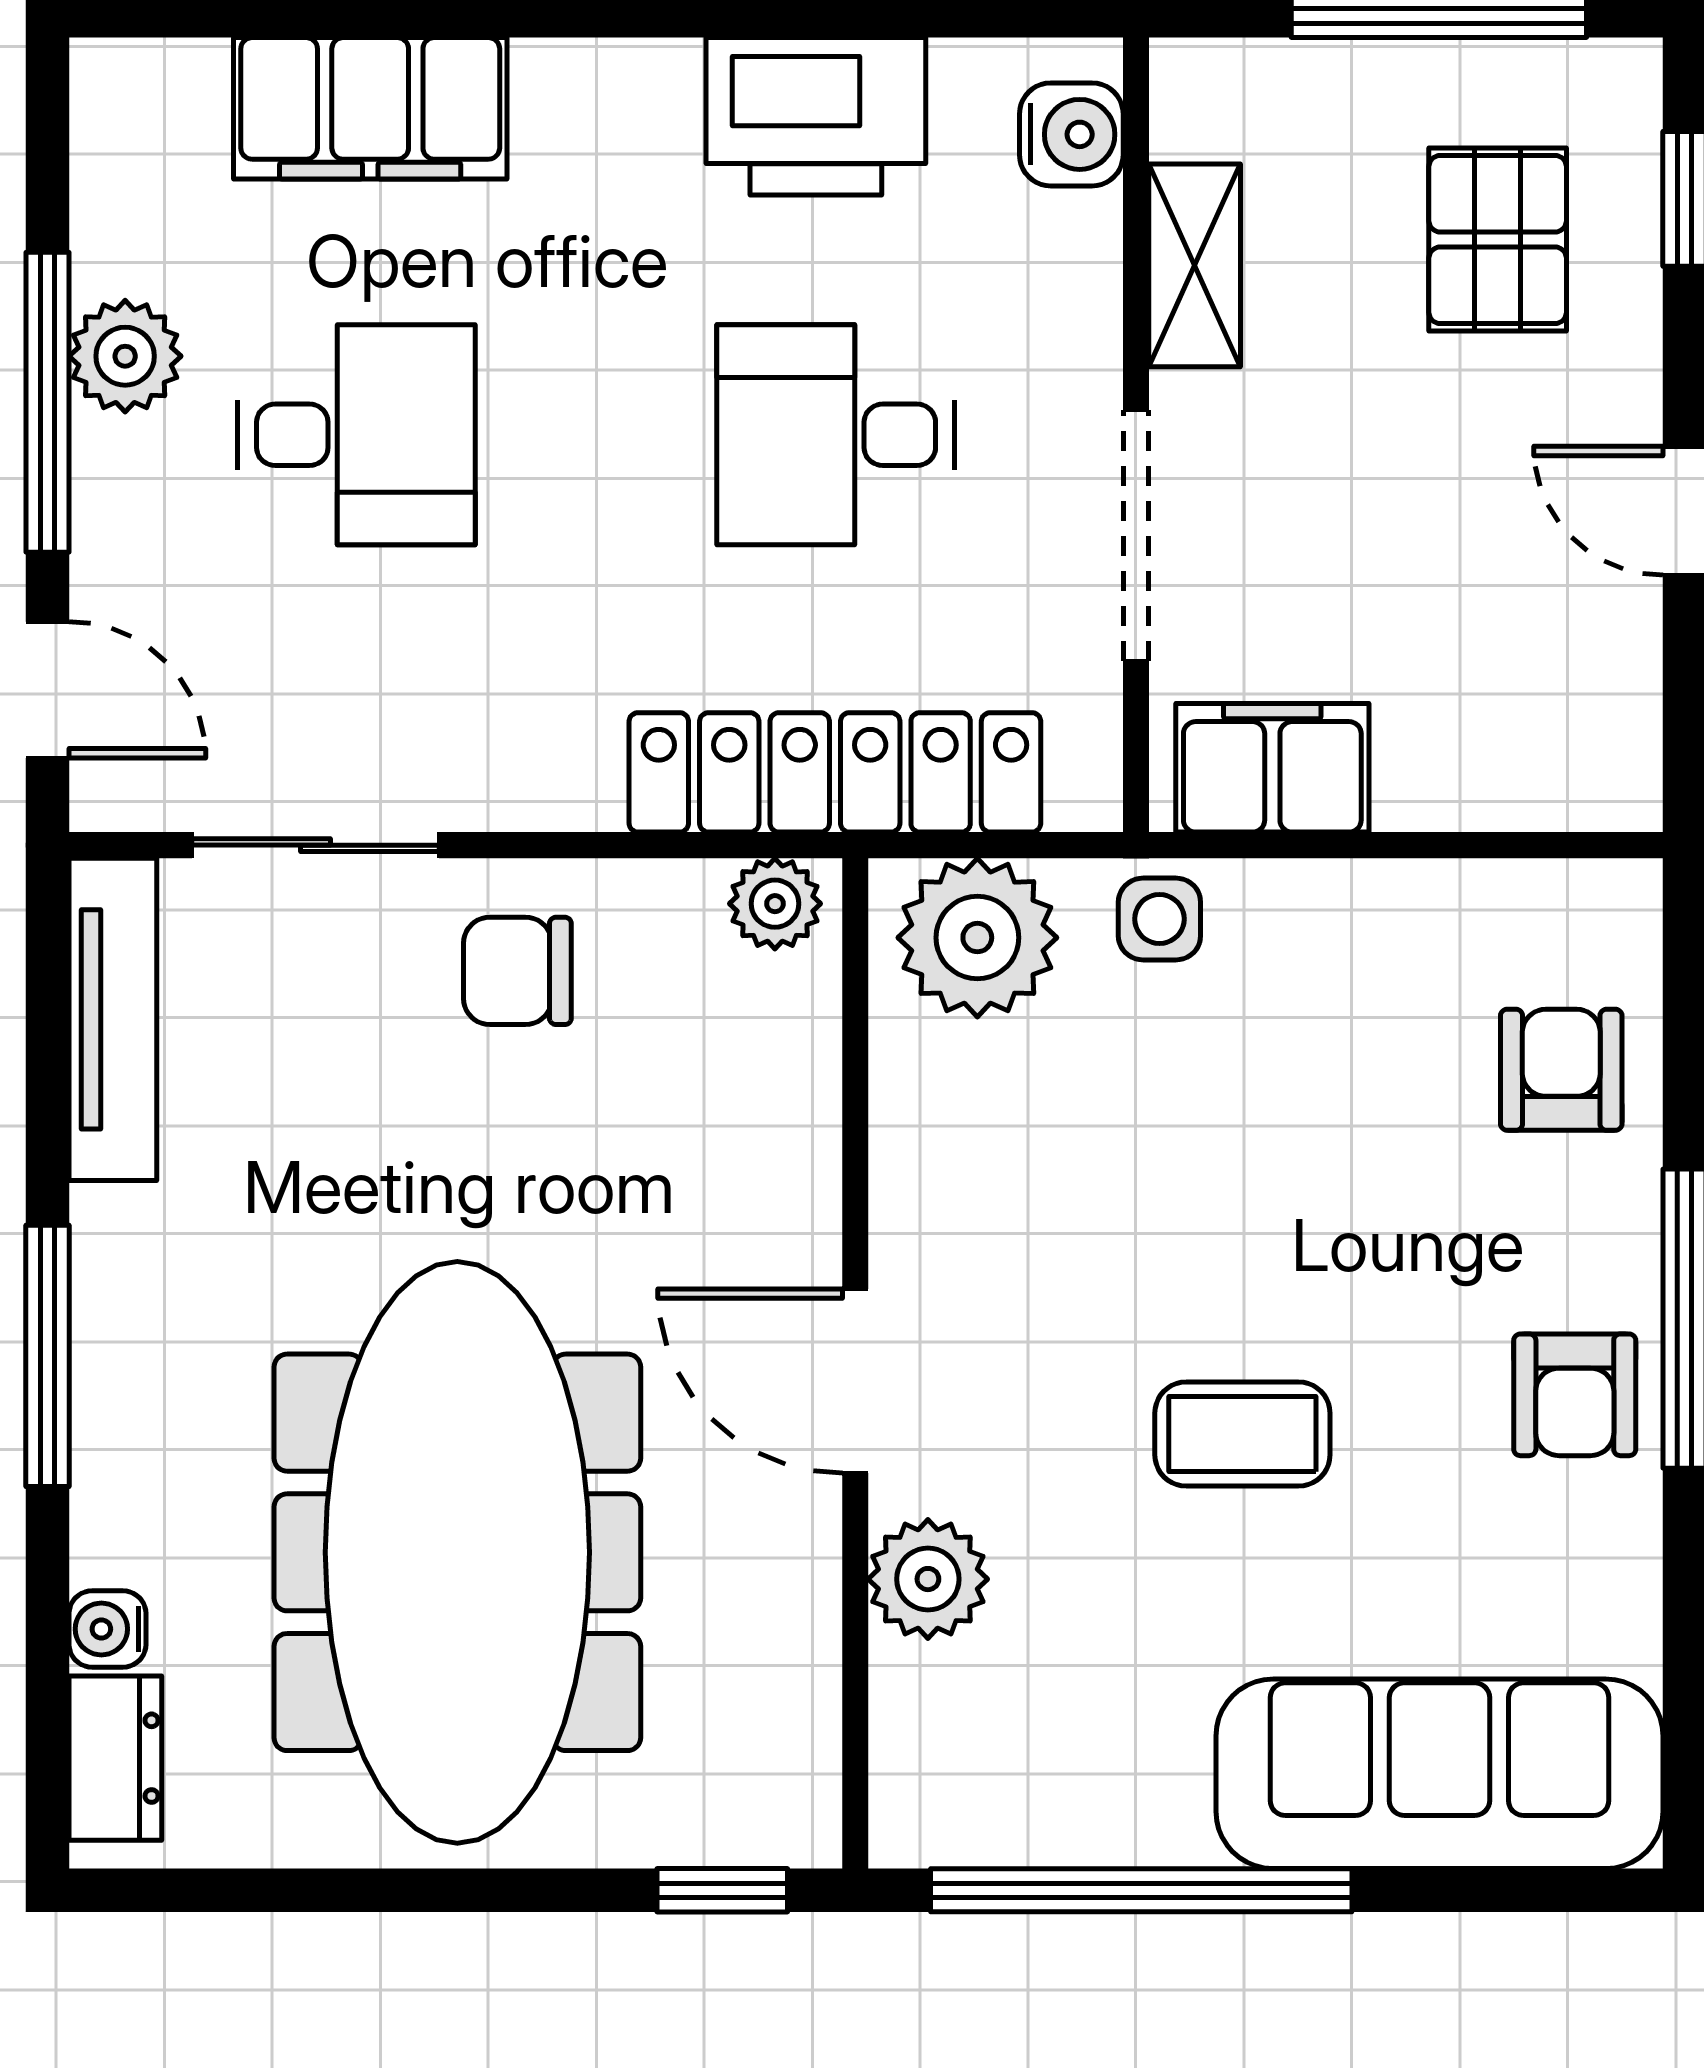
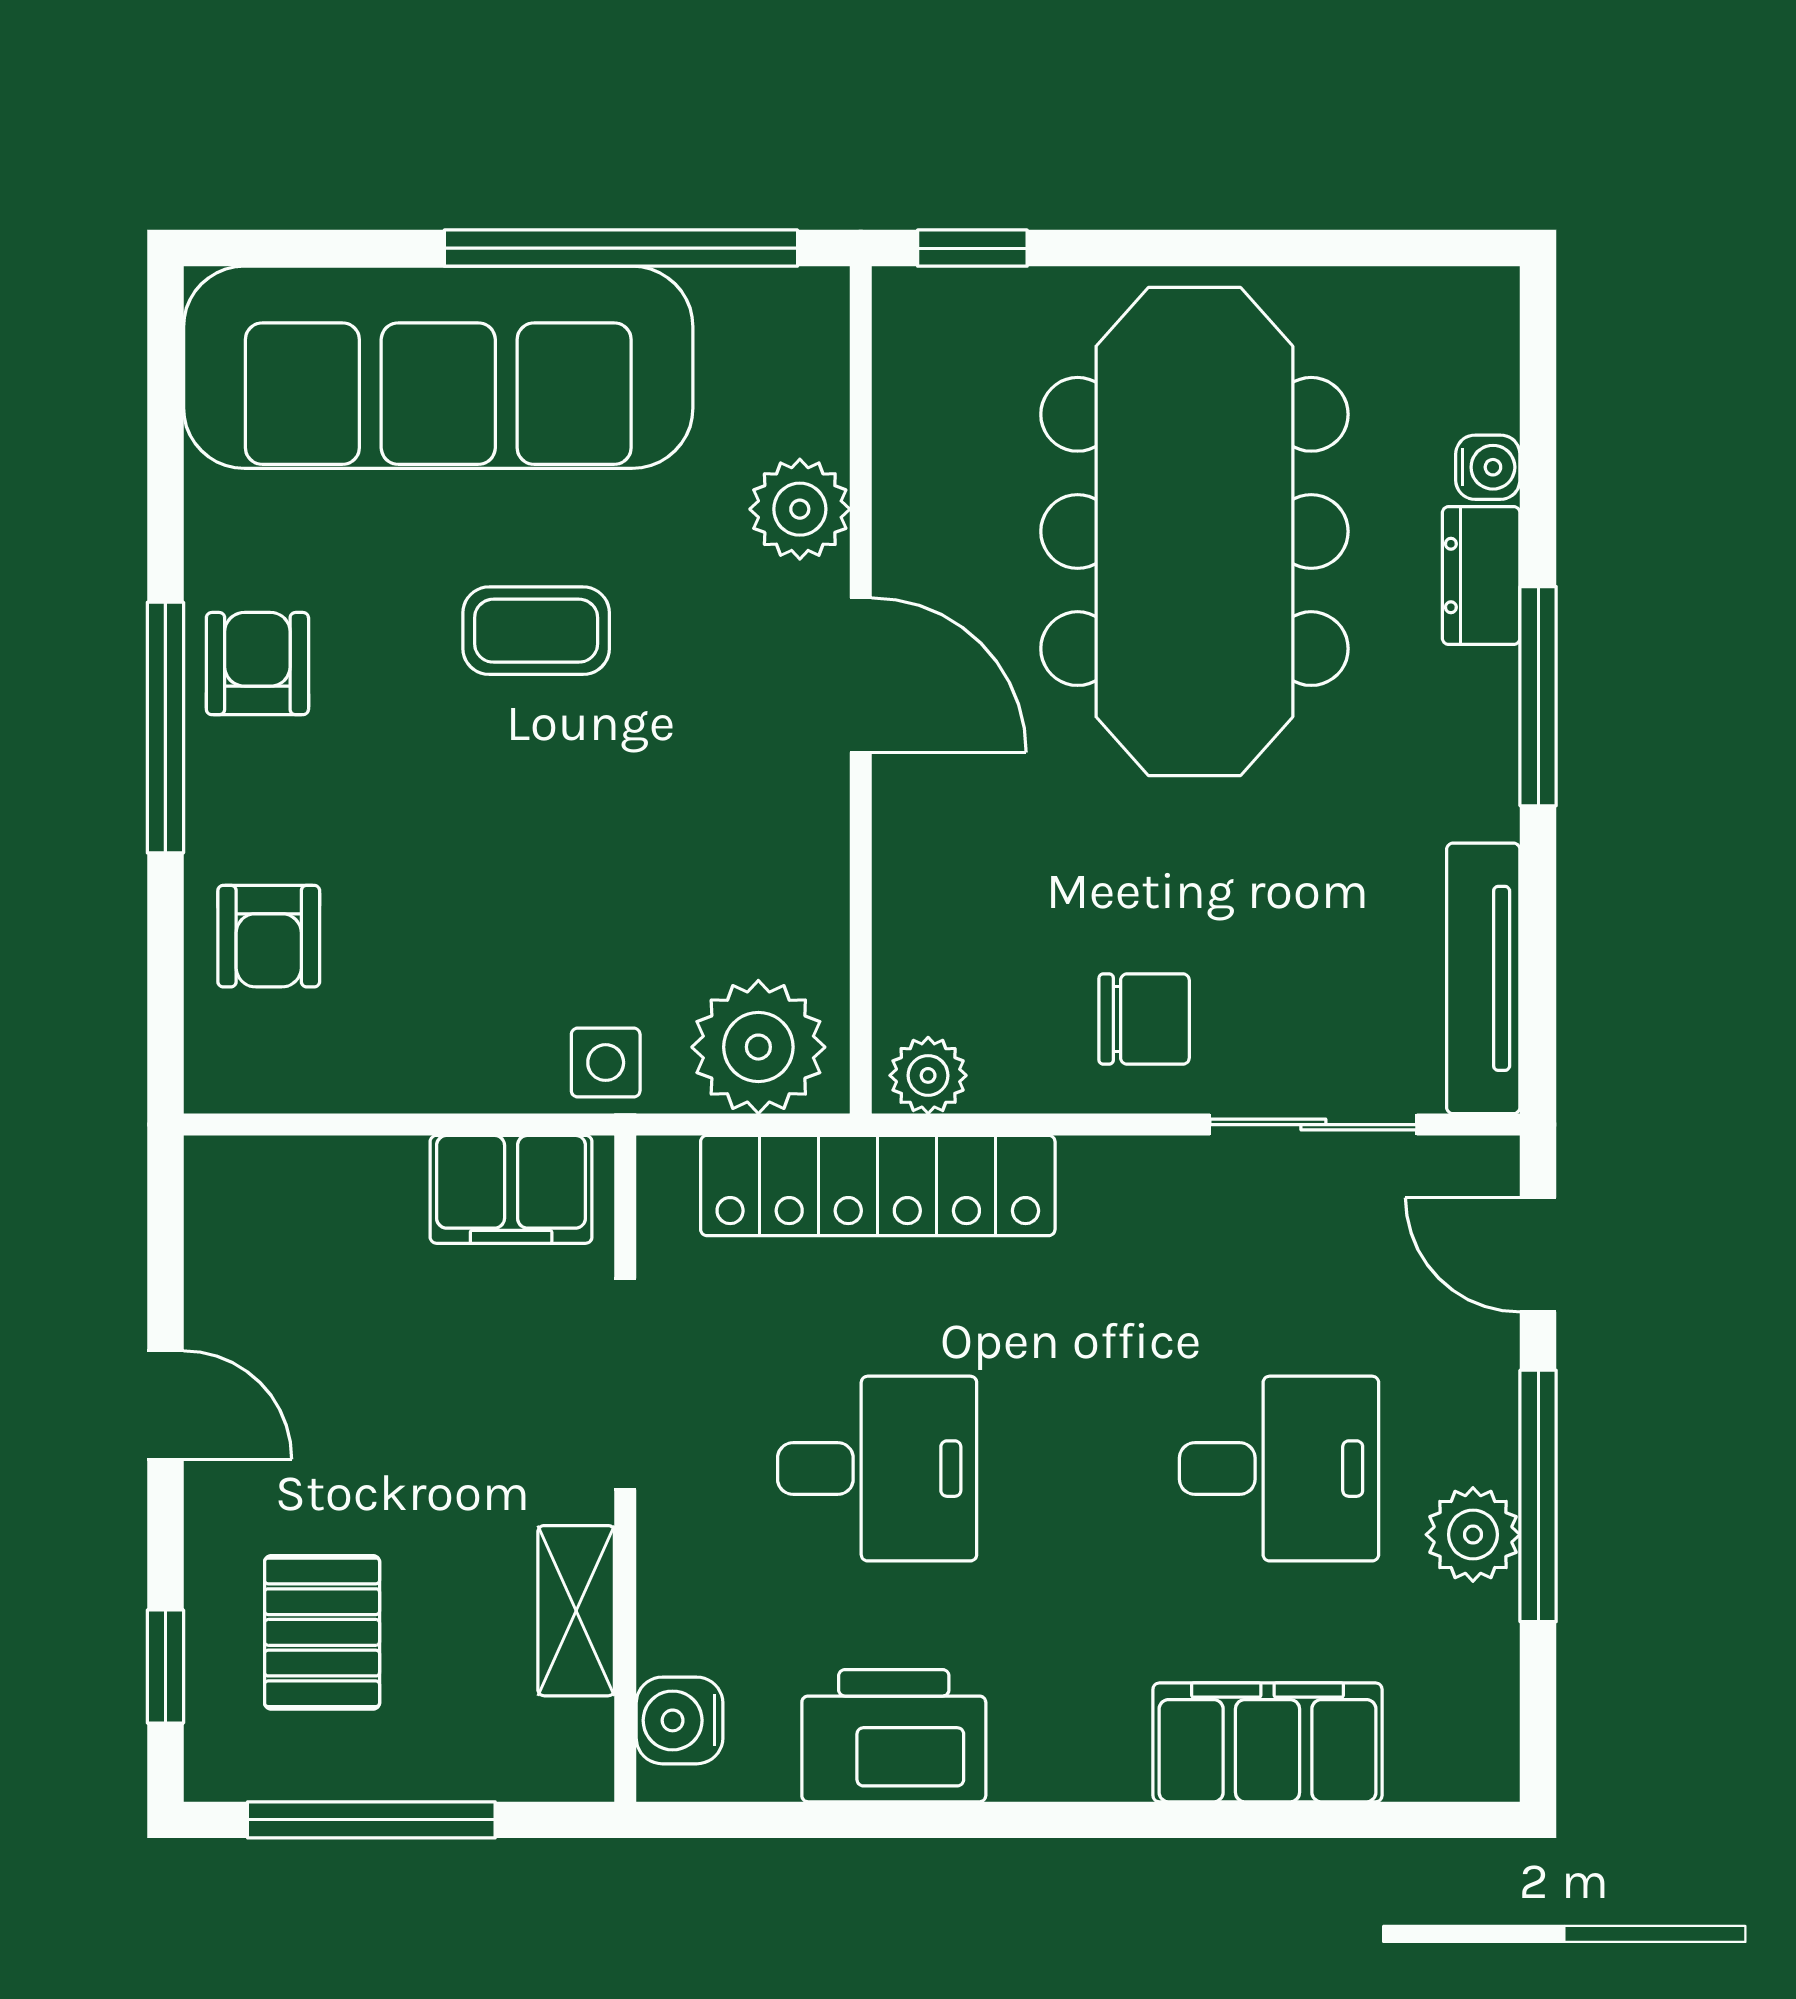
desk: (356, 435) -> (1279, 1469), turned 180
dresser: (115, 1758) -> (1481, 576), moved
sofa: (1440, 1774) -> (438, 367), width x1.36, depth x1.27

